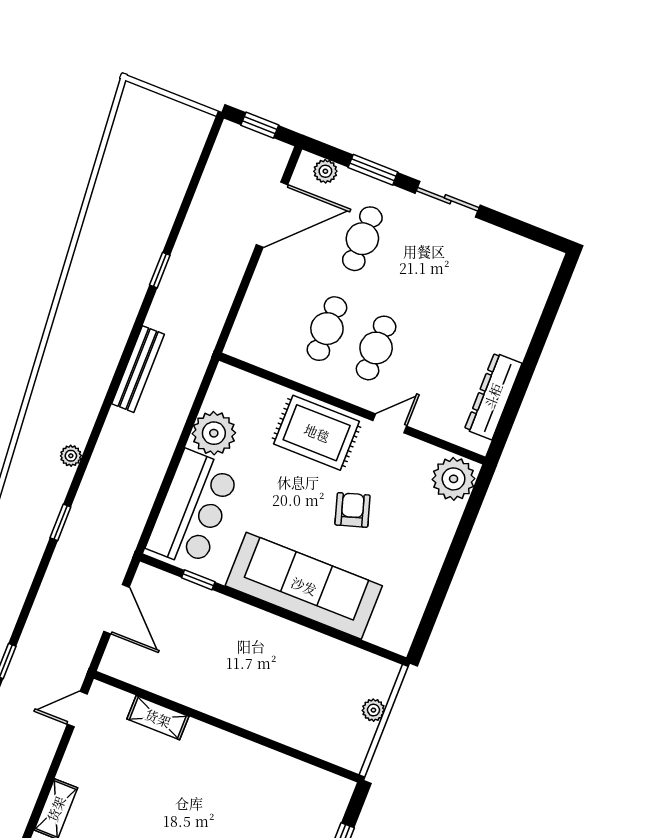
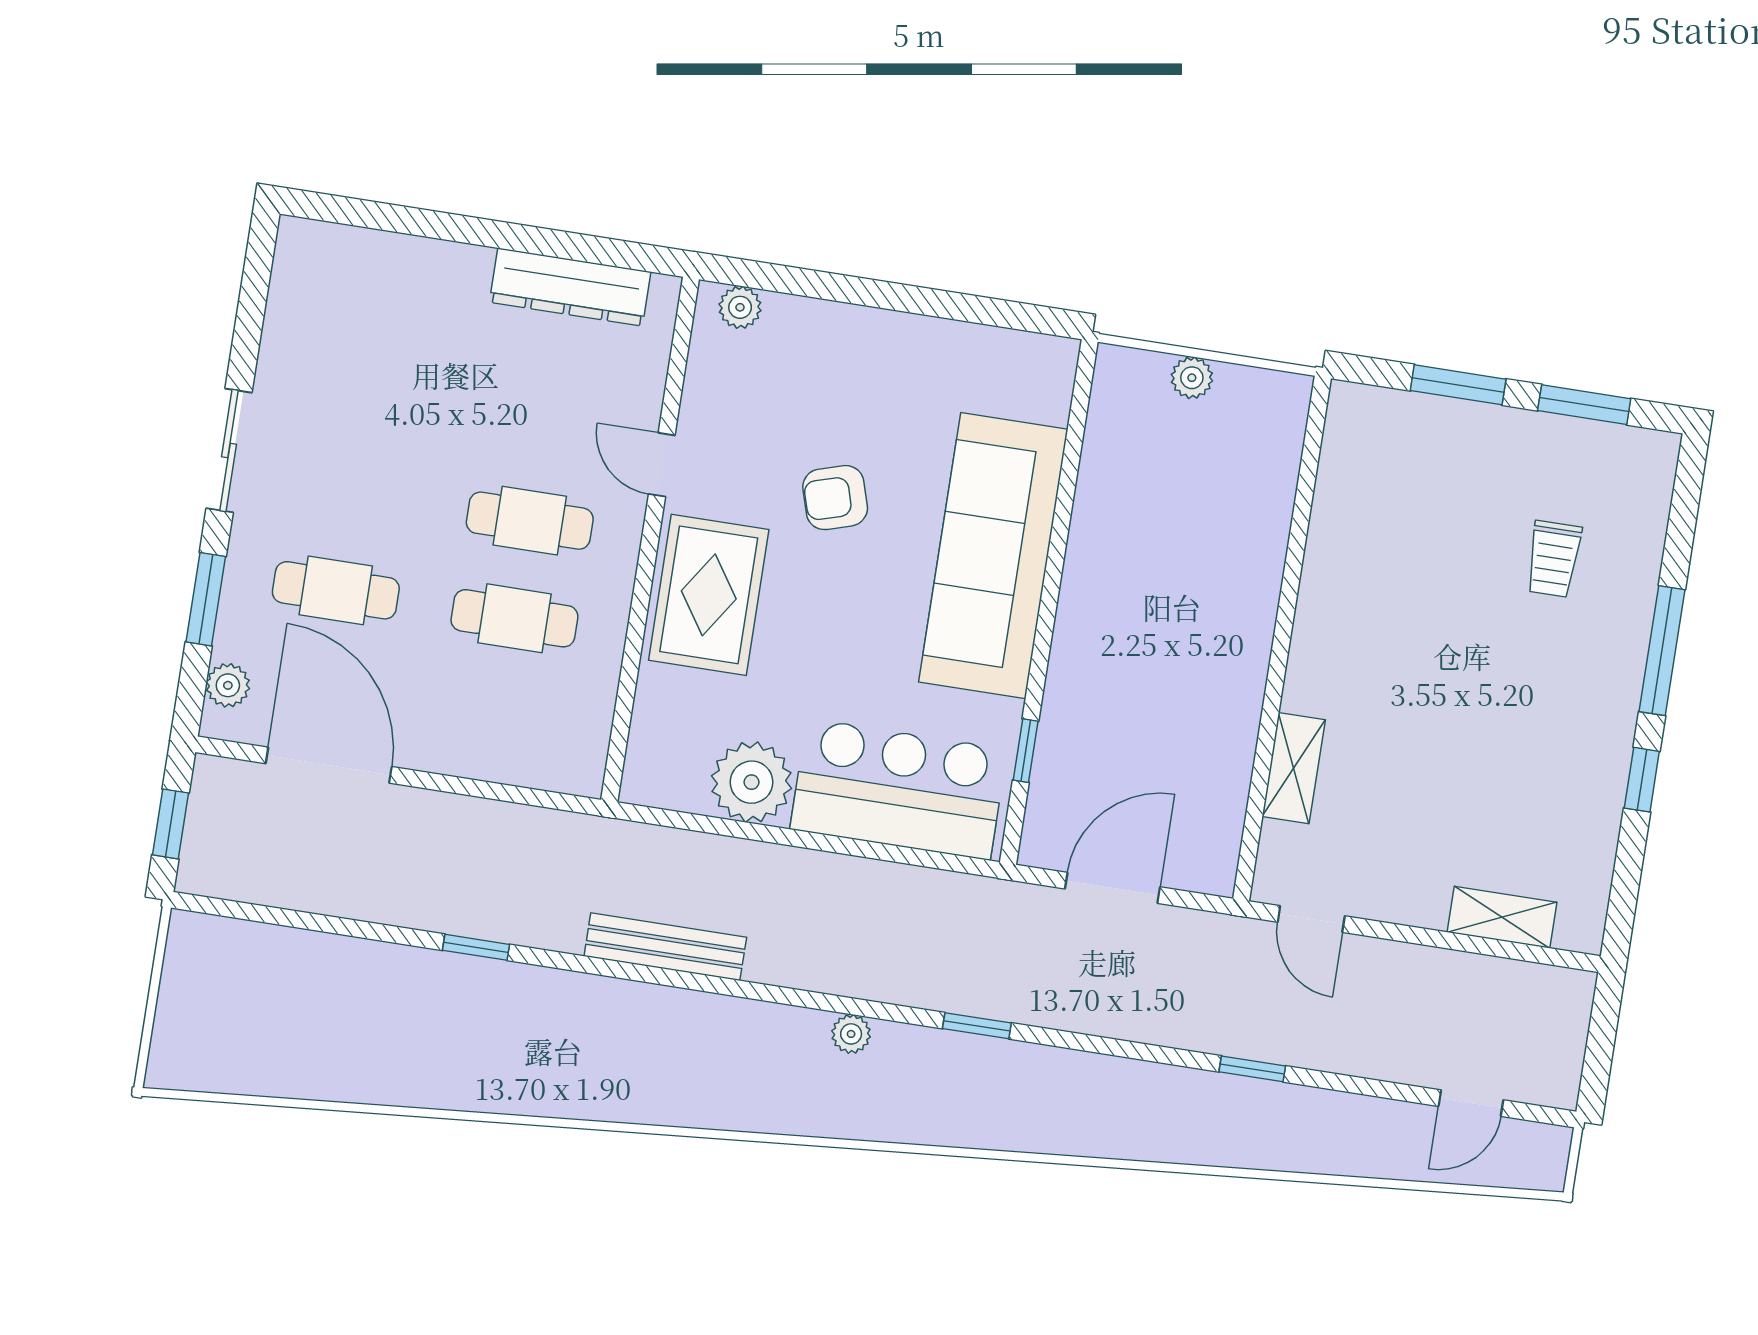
plant: (454, 479) -> (740, 307), width x0.53, depth x0.53

